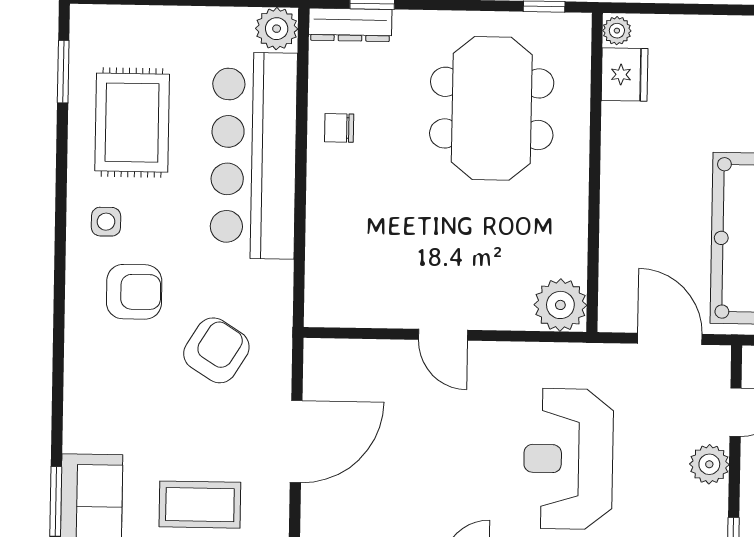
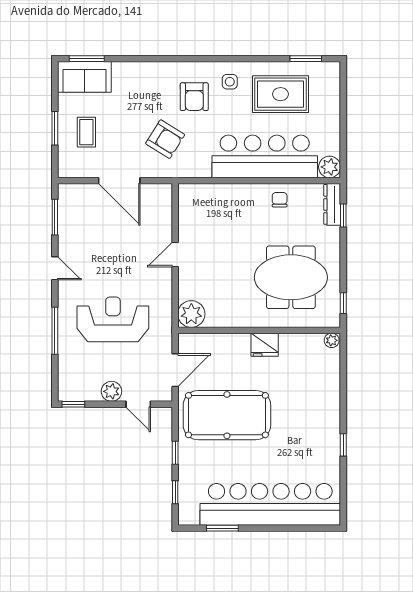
fridge: (625, 75) -> (265, 345), moved
coffee table: (200, 505) -> (86, 132), width x0.73, depth x0.77

